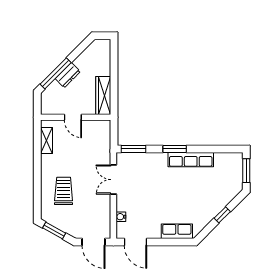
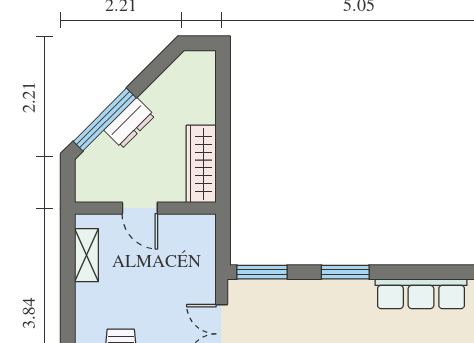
row of seats: (191, 160) -> (421, 294), moved

